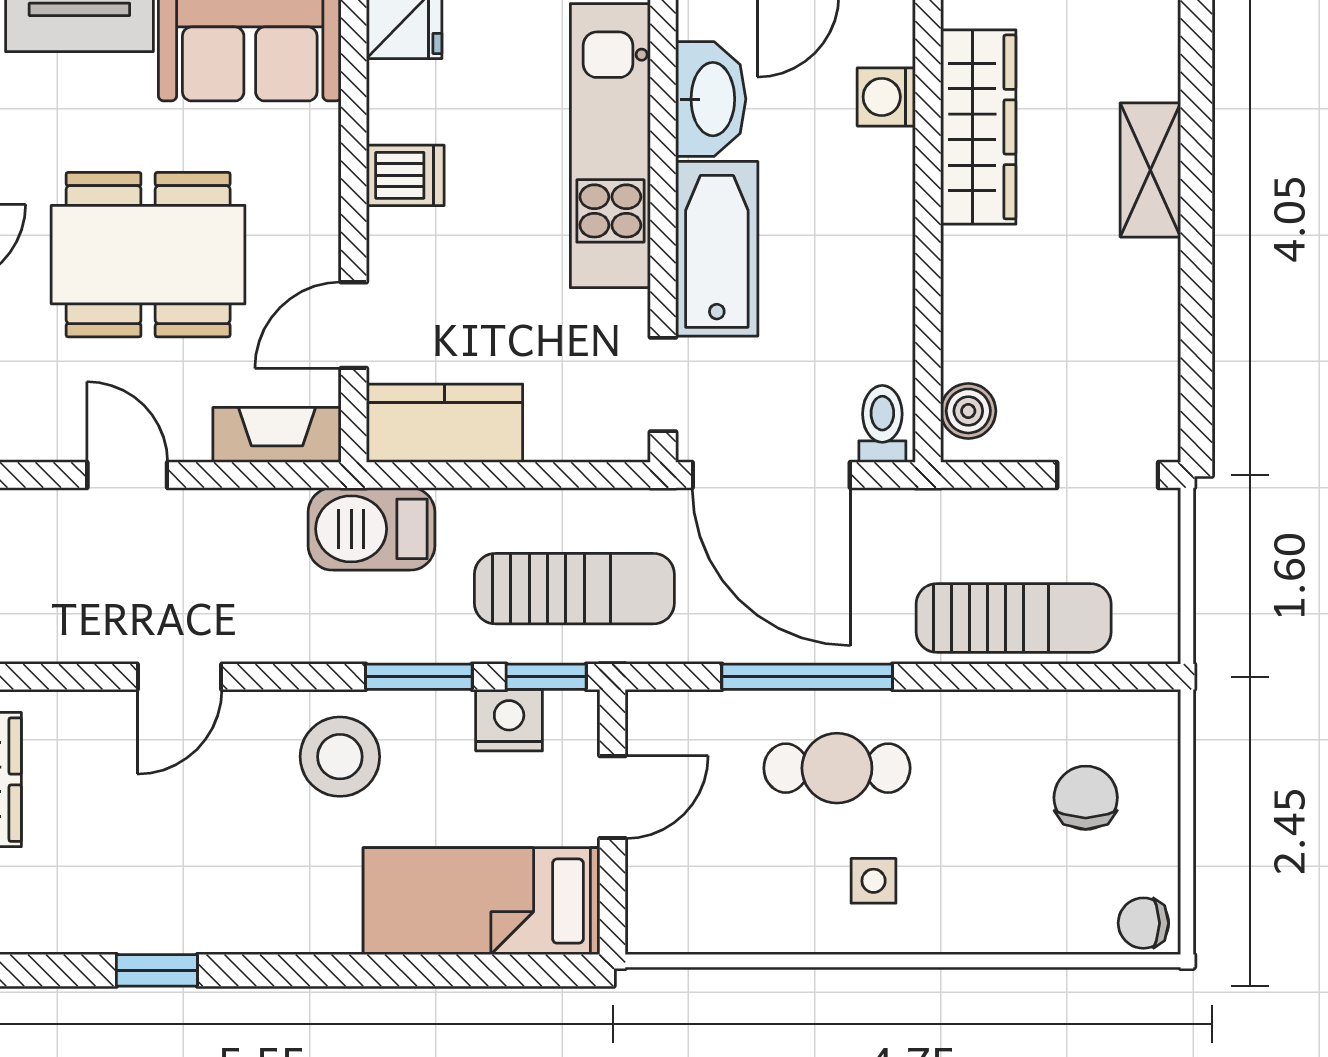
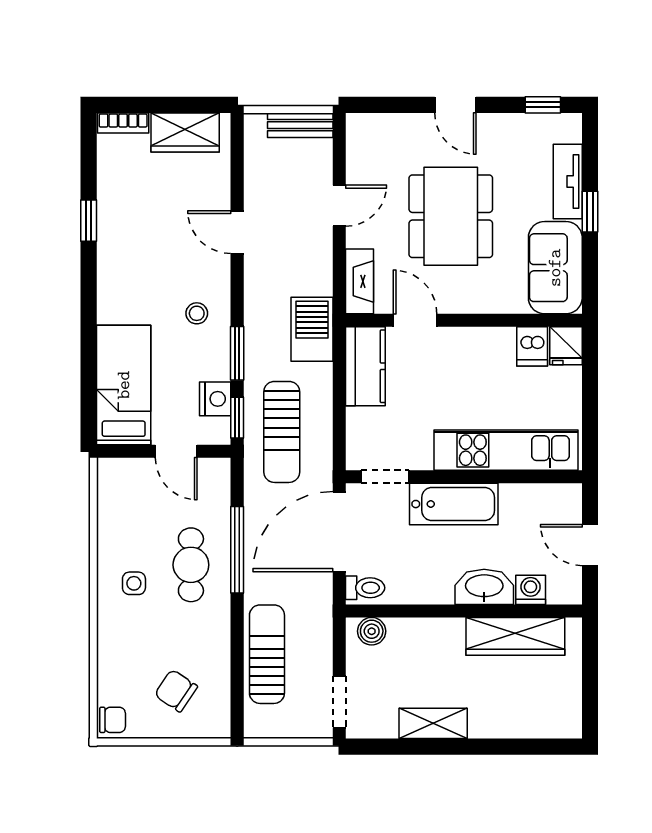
washbasin: (711, 99) -> (484, 587), moved, turned 180
shelving: (1150, 170) -> (433, 723), moved
dishwasher: (405, 175) -> (532, 346), moved
sun lounger: (1014, 618) -> (267, 654), turned 180
stool: (340, 757) -> (197, 313), width x0.53, depth x0.53
chair: (1086, 798) -> (176, 691), turned -146
chair: (1143, 923) -> (113, 720), turned 90

